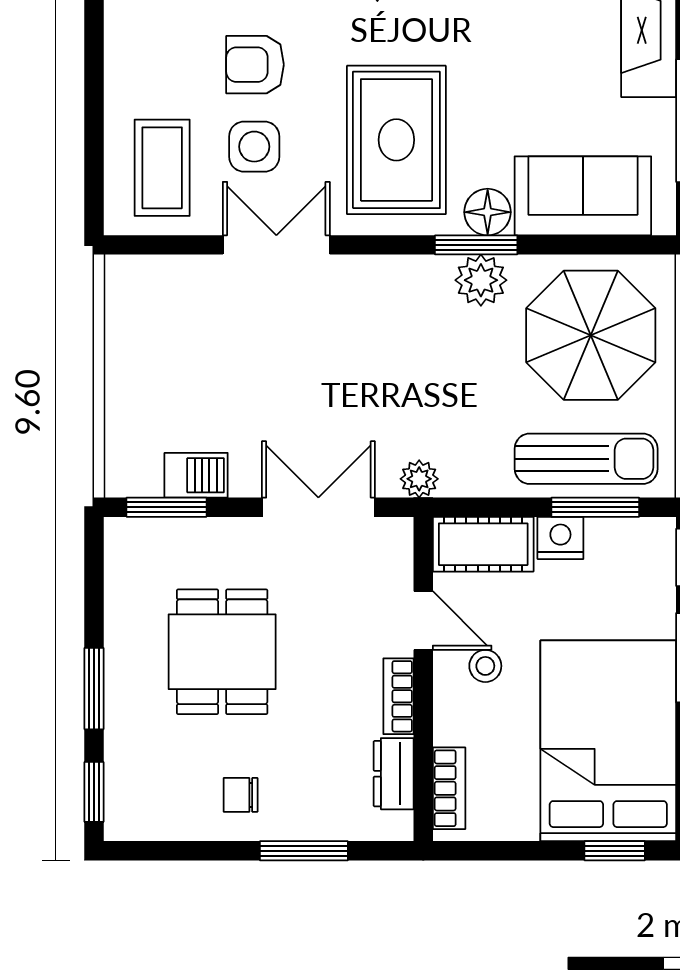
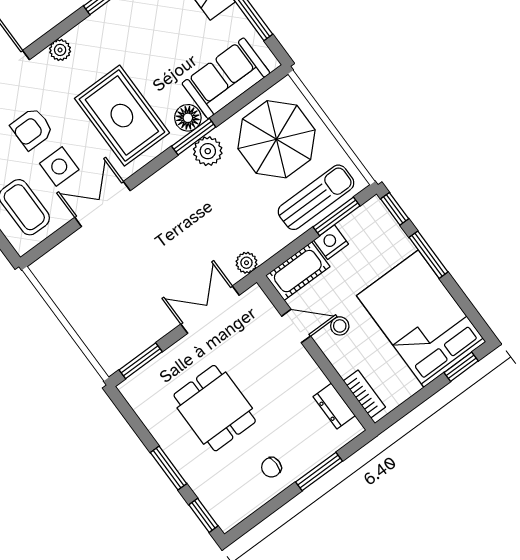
barbecue: (196, 475) -> (143, 336), removed
bookcase: (399, 696) -> (310, 369), removed

